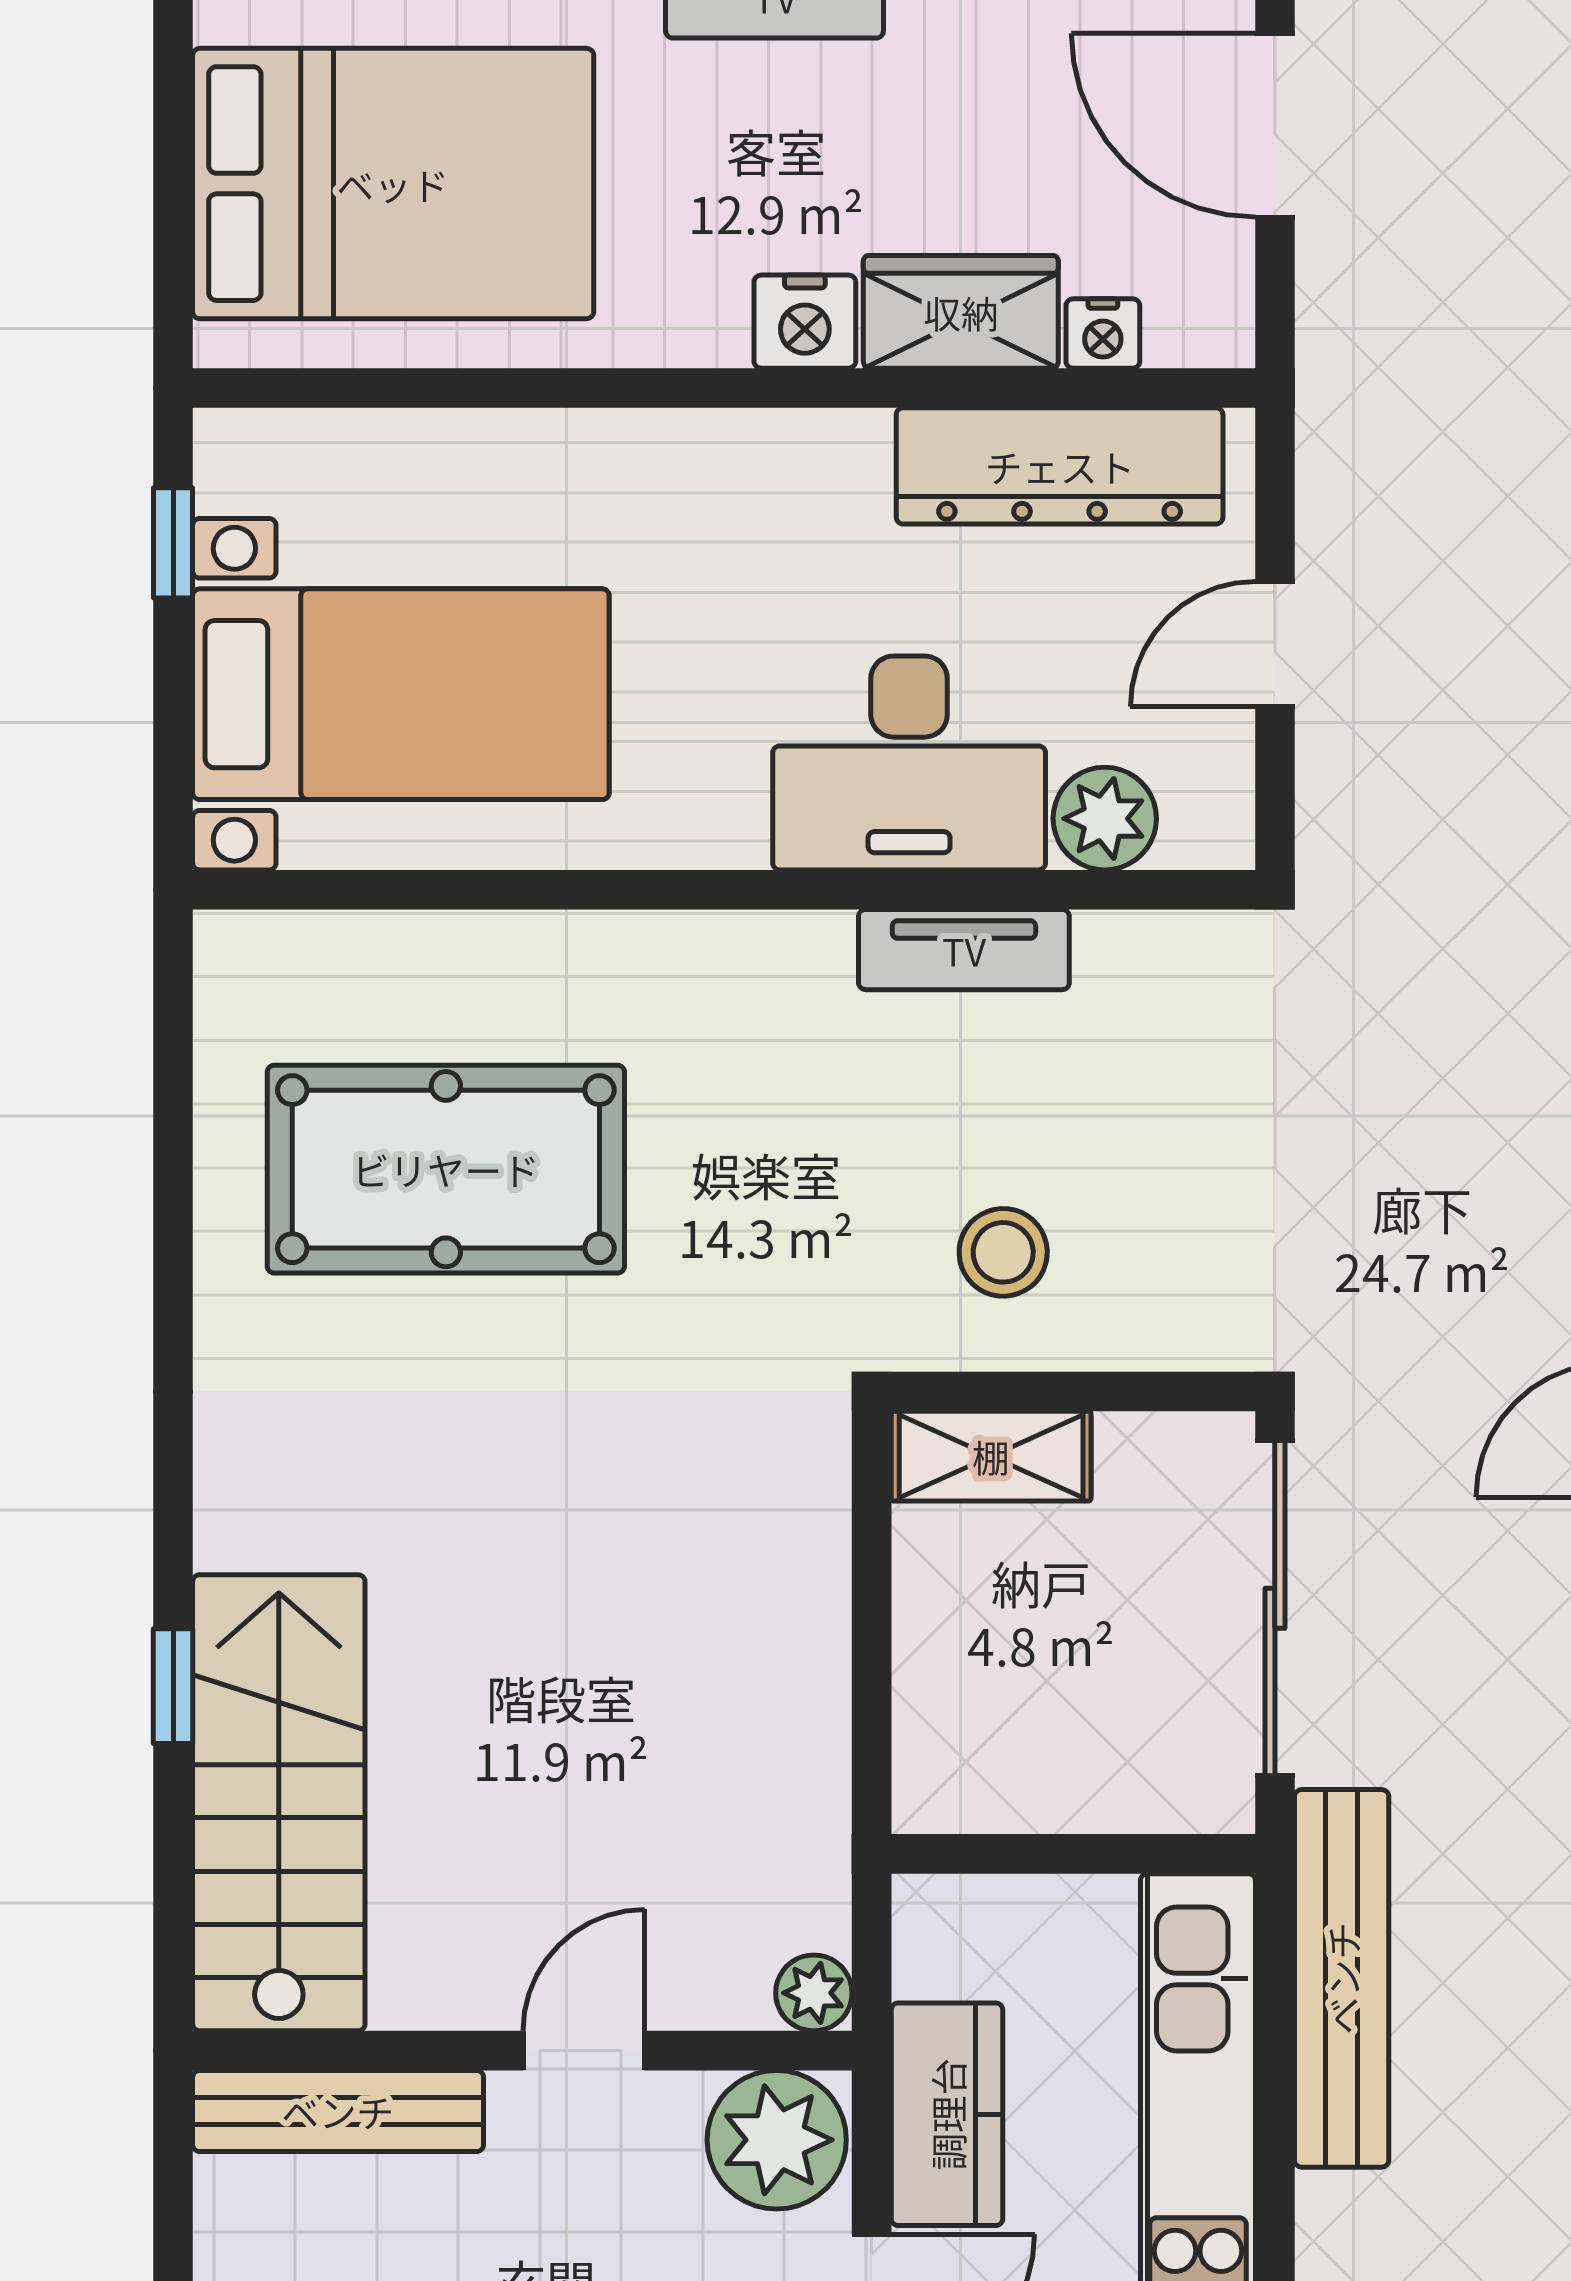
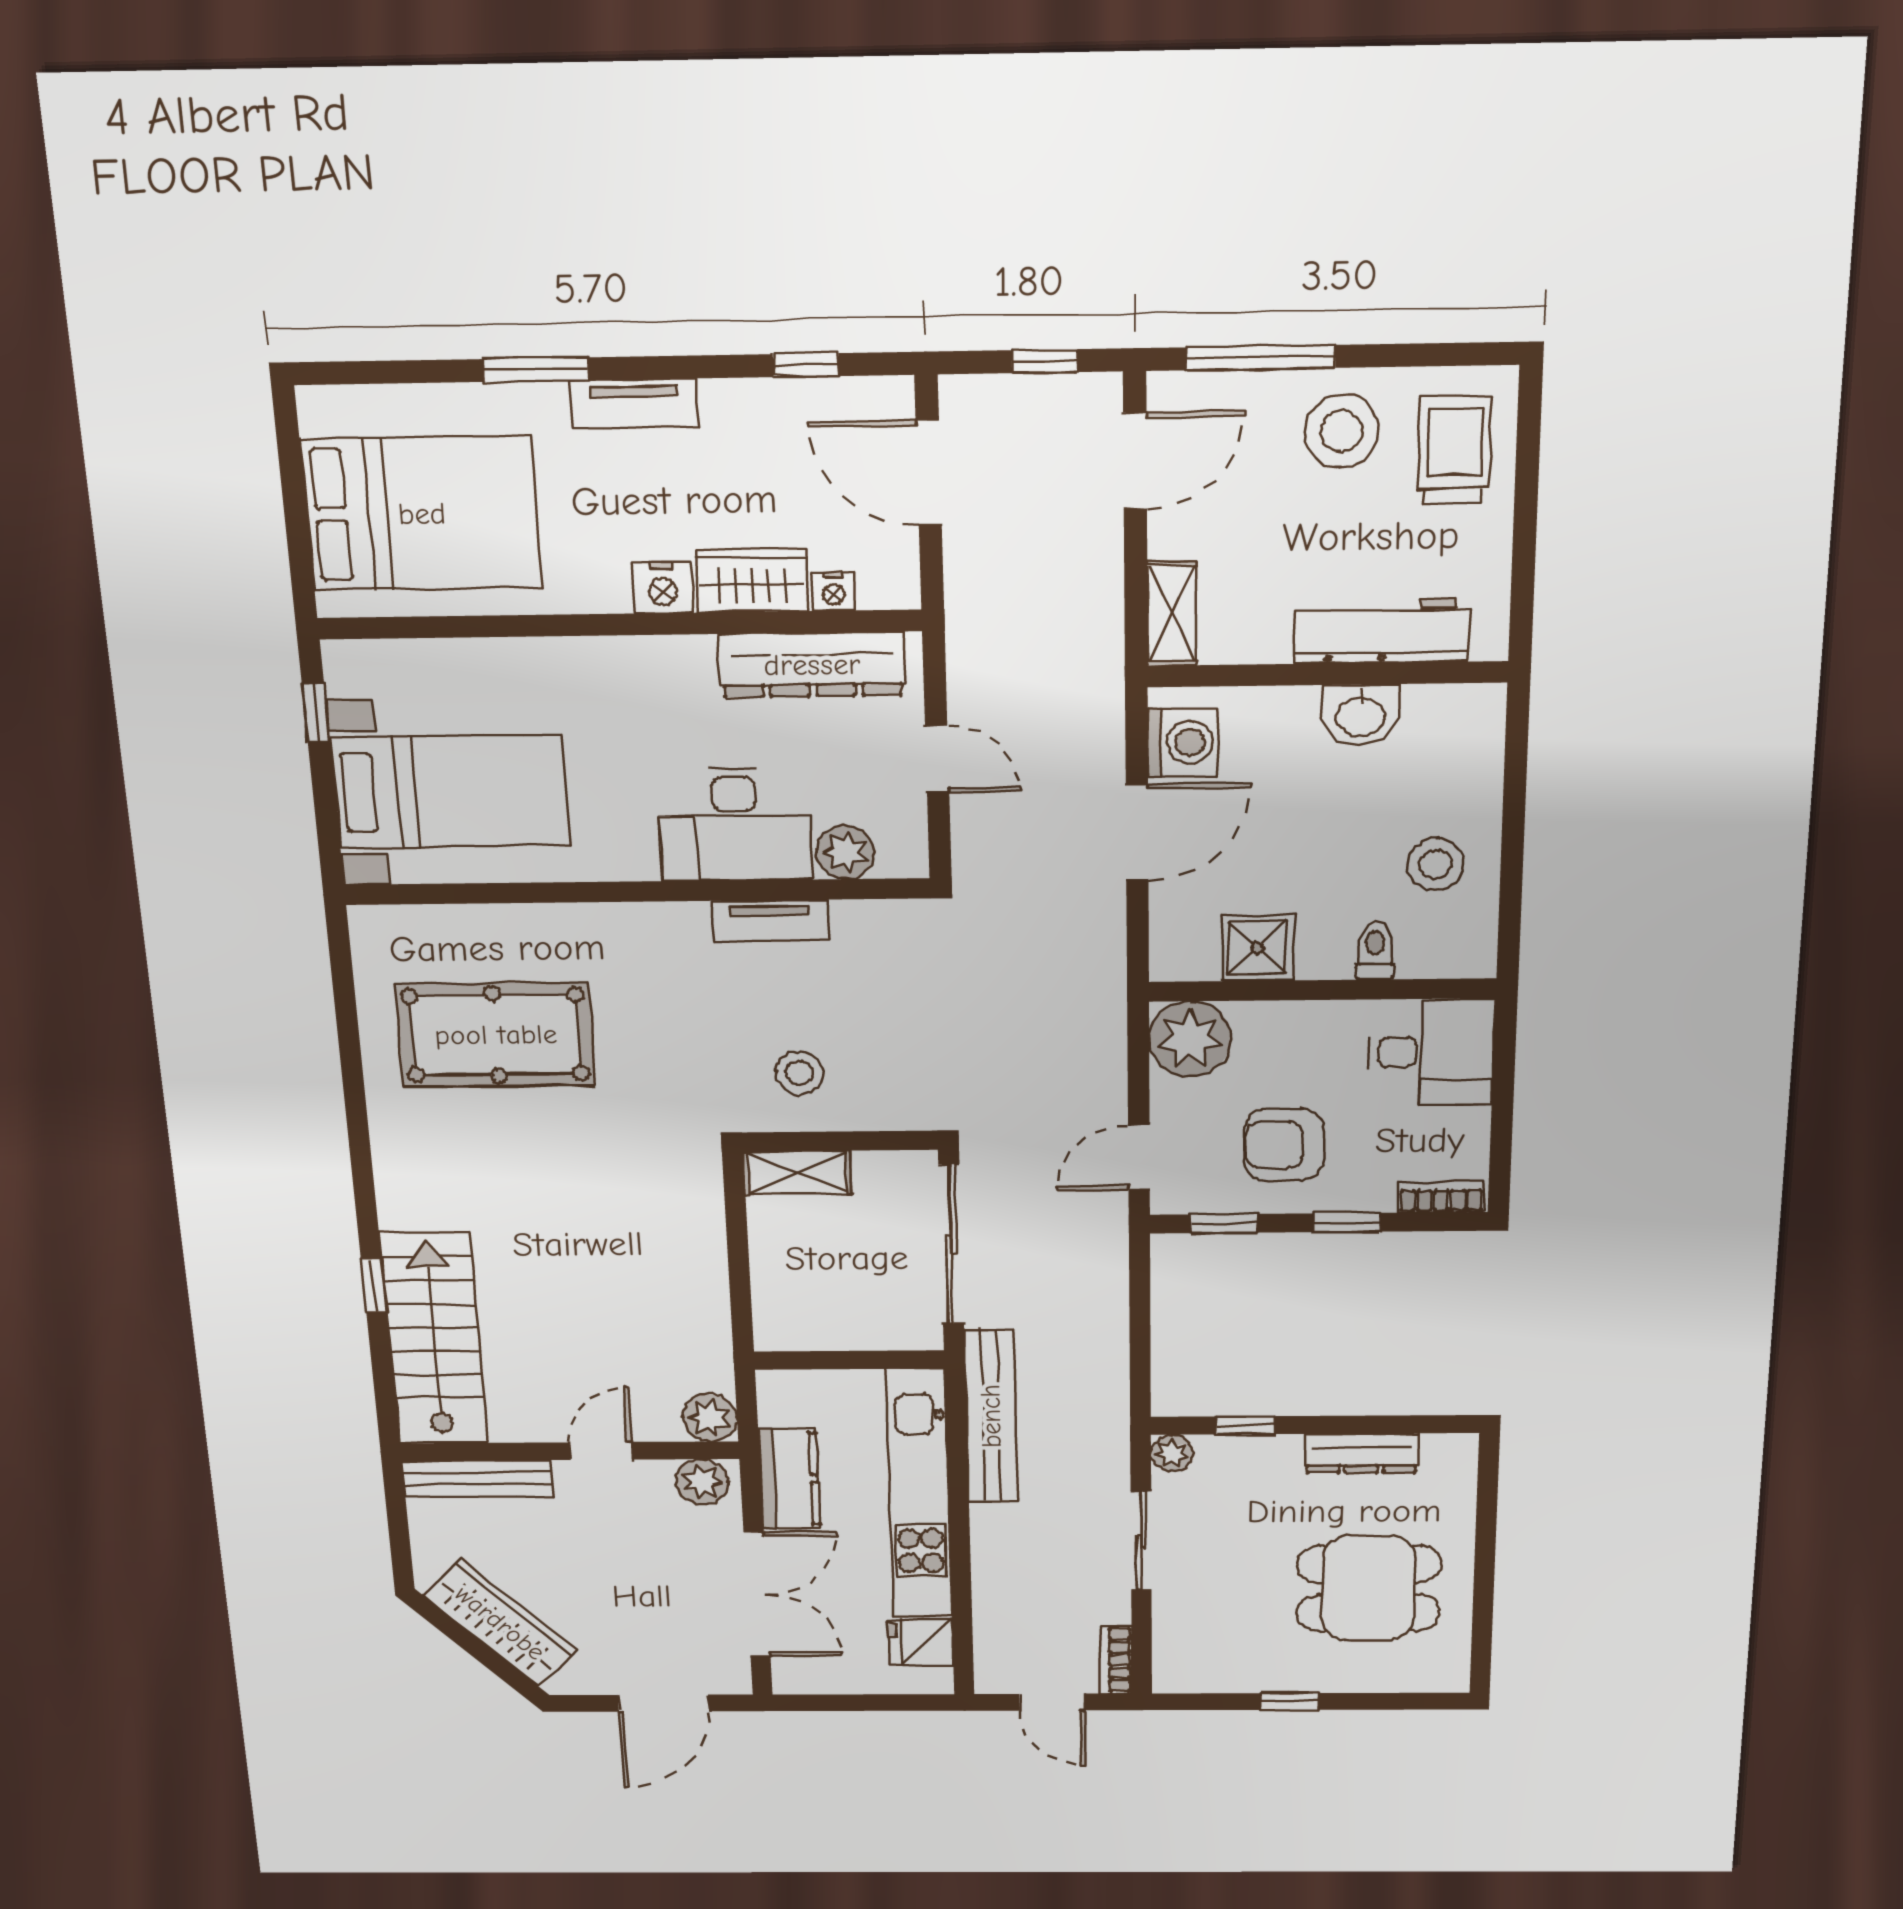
door: (1275, 644) -> (937, 759), swing flipped
plant: (814, 1993) -> (710, 1418), width x1.38, depth x1.38
plant: (777, 2140) -> (702, 1482), width x0.73, depth x0.73

